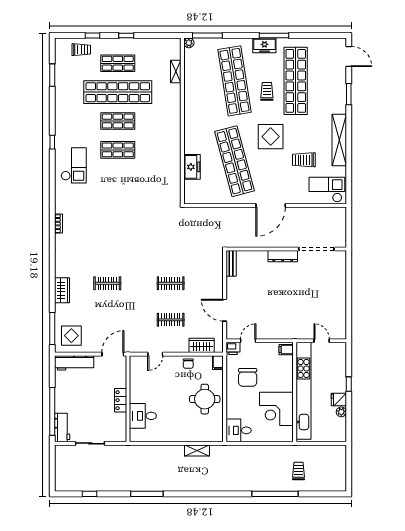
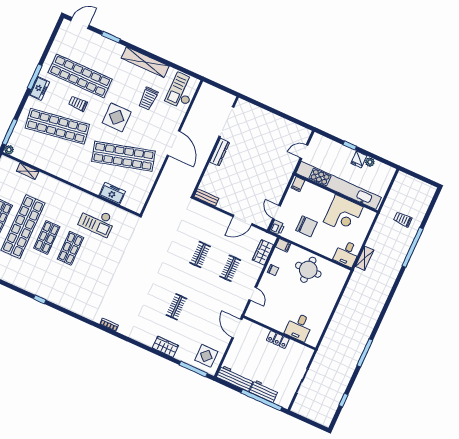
checkout: (74, 165) -> (97, 221), moved, turned 180
workbench: (74, 363) -> (235, 378), moved, turned -90
workbench: (62, 428) -> (264, 391), moved
shelving: (197, 450) -> (365, 258), moved

